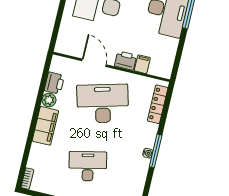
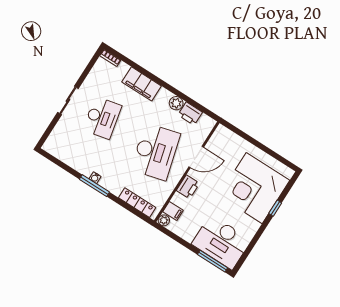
filing cabinet: (142, 64) -> (173, 211), moved
plant: (166, 73) -> (164, 220), added
filing cabinet: (45, 126) -> (142, 84), moved

